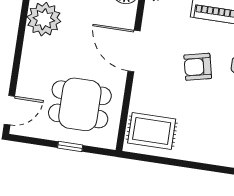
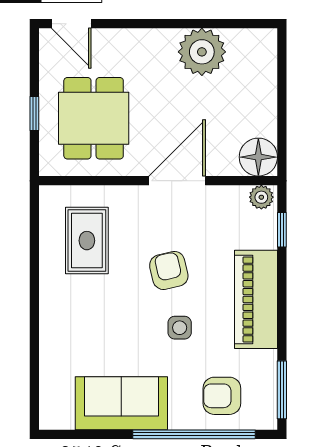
rug: (152, 131) -> (87, 241), moved

